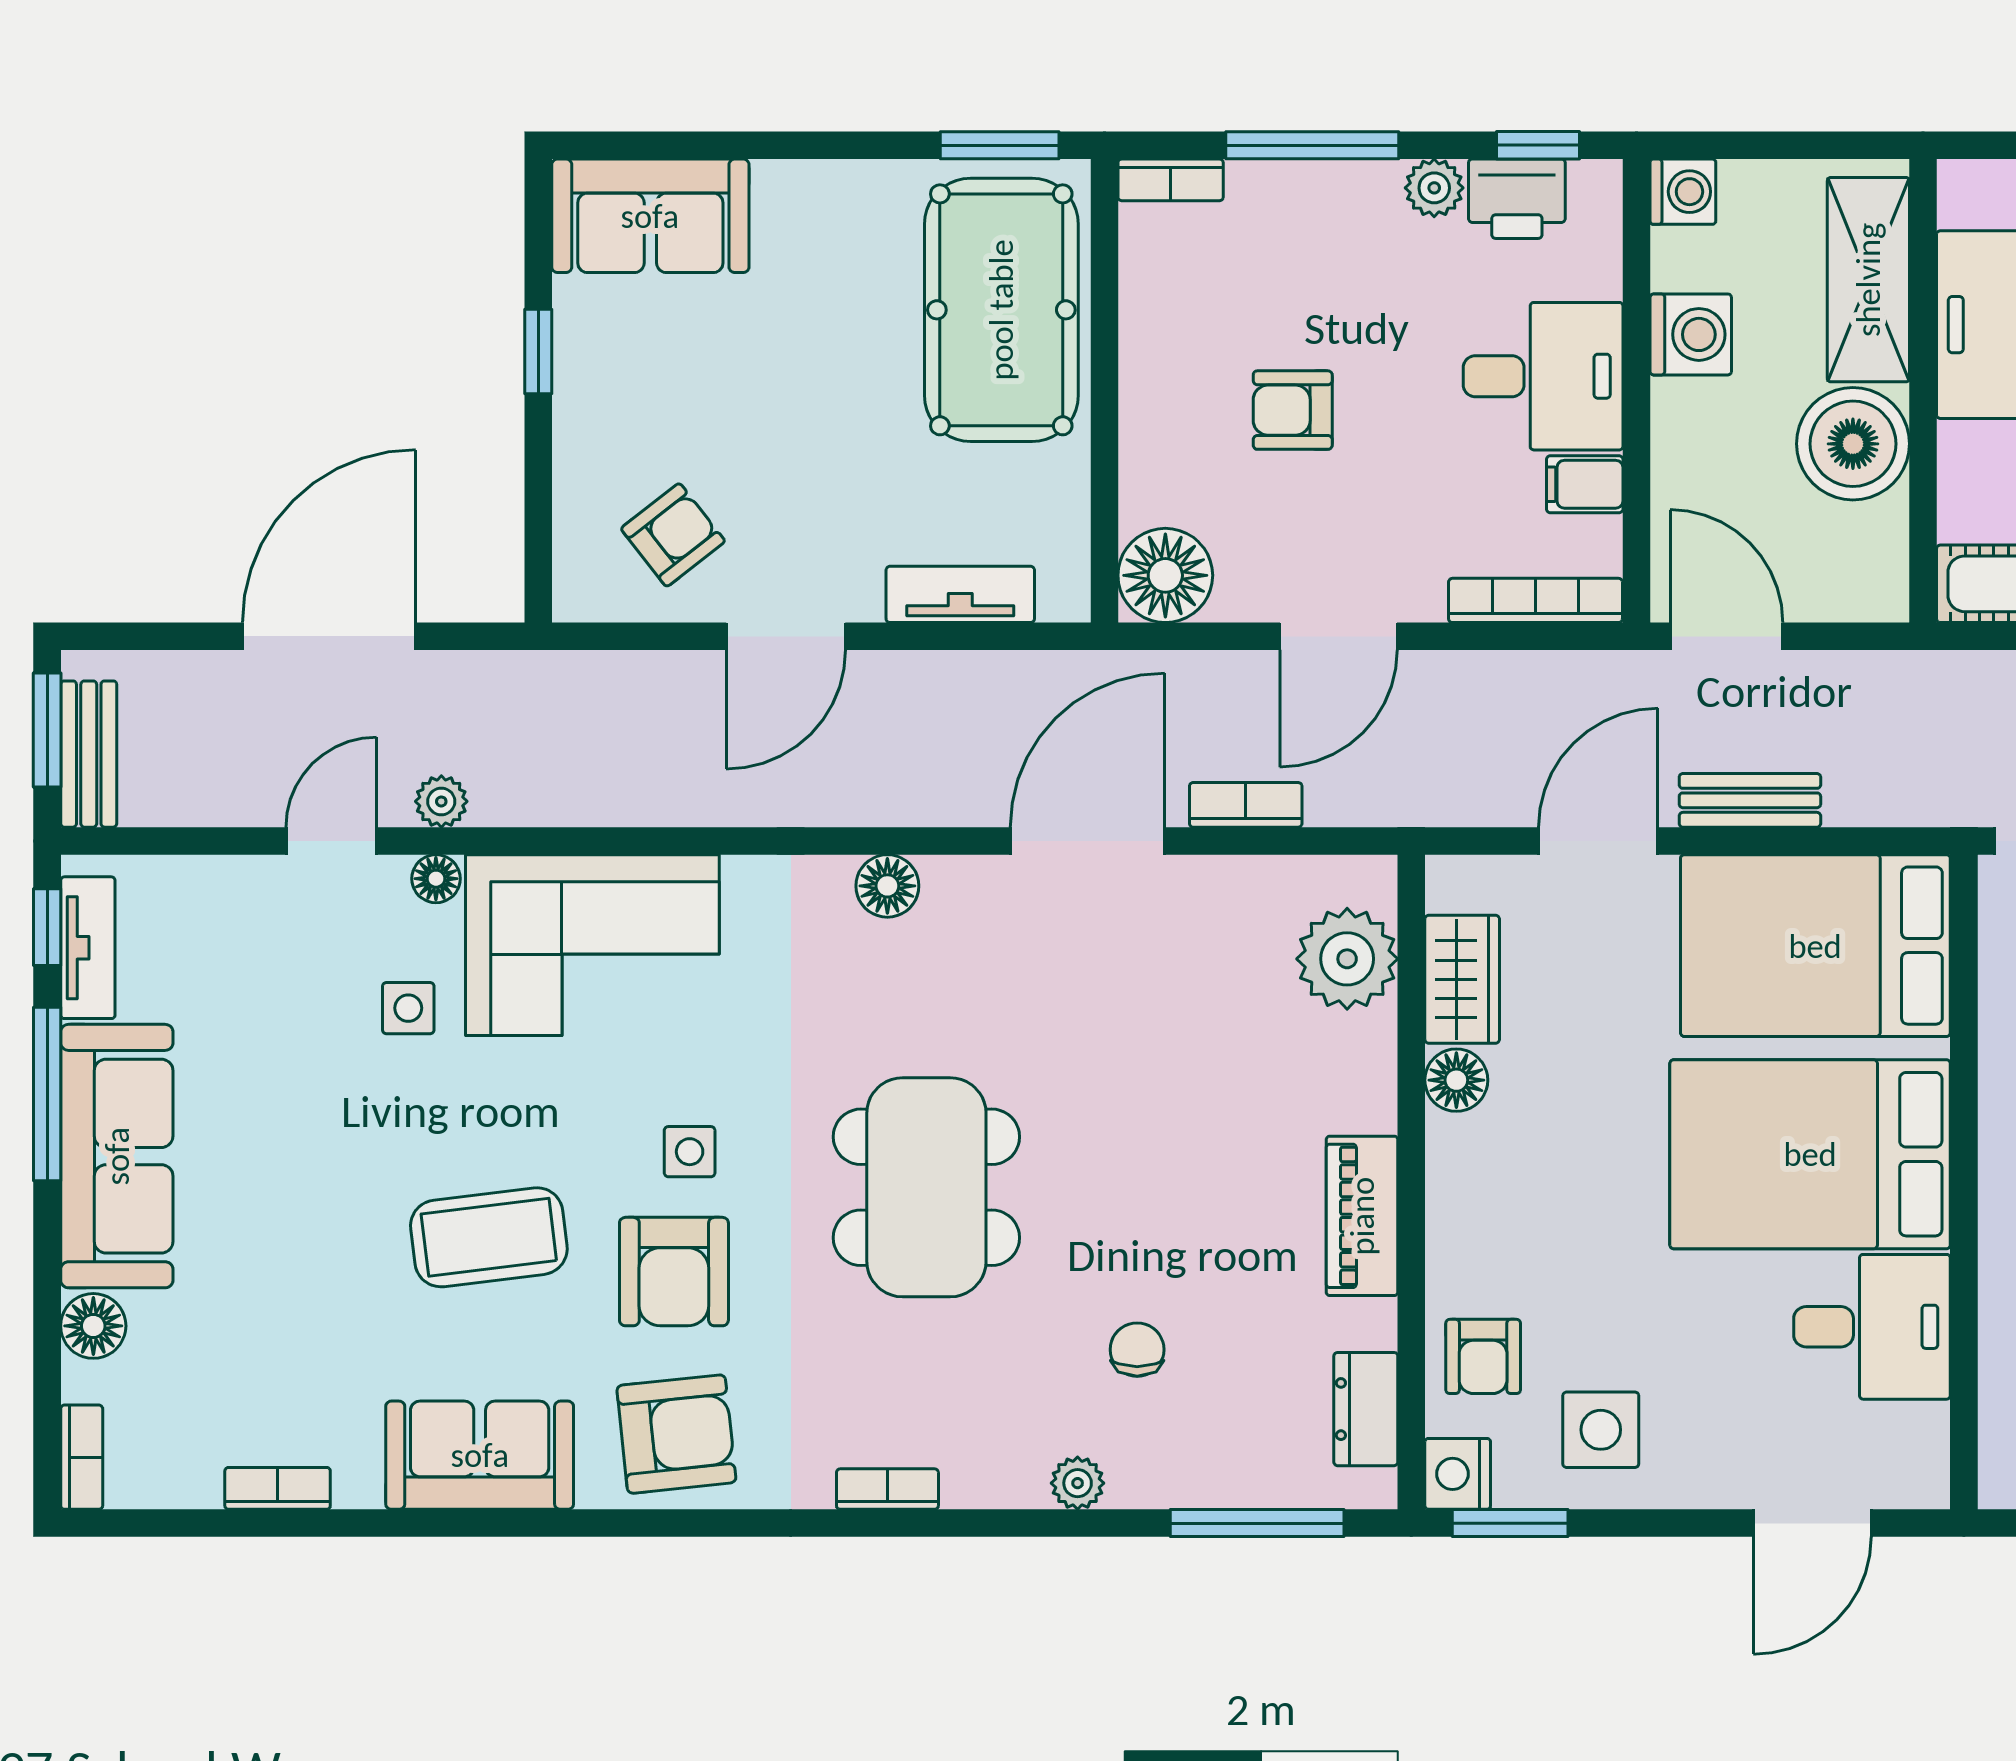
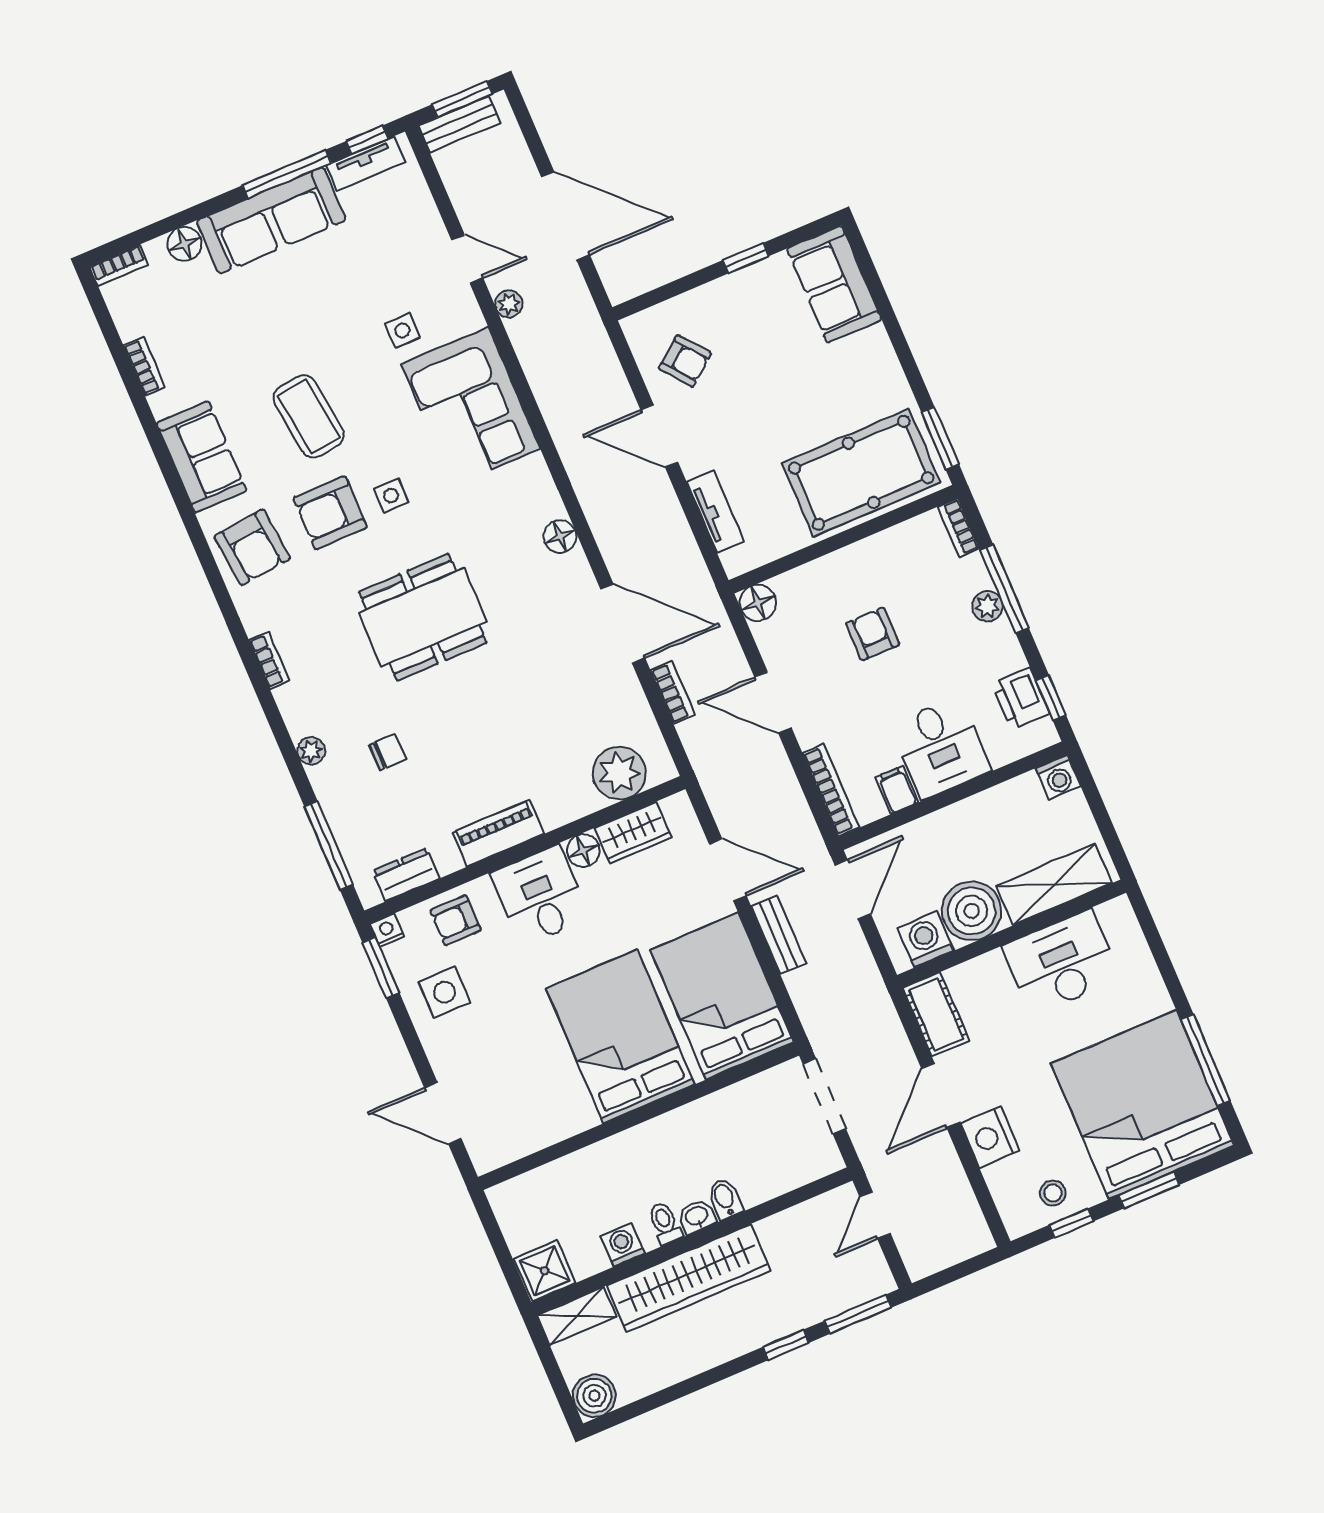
plant: (1434, 188) -> (987, 606), moved
washing machine: (1691, 334) -> (925, 940), moved, turned 180
floor lamp: (1165, 575) -> (758, 603), width x0.73, depth x0.73
floor lamp: (436, 879) -> (471, 317), removed
desk: (1872, 1327) -> (540, 896), moved, turned 180
nightstand: (1458, 1474) -> (387, 930), width x0.72, depth x0.74

